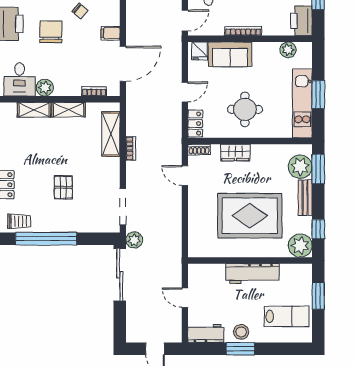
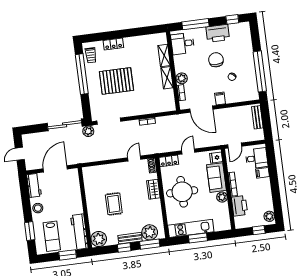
door: (185, 20) -> (235, 146), hinge flipped
printer: (301, 21) -> (239, 206), moved, turned 90
chair: (51, 32) -> (216, 60), turned -90
plant: (288, 50) -> (222, 197), moved
plant: (45, 88) -> (182, 78), moved
door: (185, 92) -> (188, 152), swing flipped
round table: (245, 109) -> (182, 192), width x1.36, depth x1.36
shelving: (111, 134) -> (155, 107), removed
pallet: (63, 187) -> (116, 81), width x2.05, depth x2.00
rug: (250, 216) -> (114, 204), width x0.54, depth x0.49
window: (318, 229) -> (124, 248), moved
workbench: (252, 274) -> (79, 232), moved
door: (185, 298) -> (55, 169), width x1.87
window: (240, 349) -> (30, 231), moved

